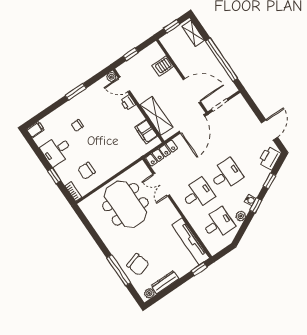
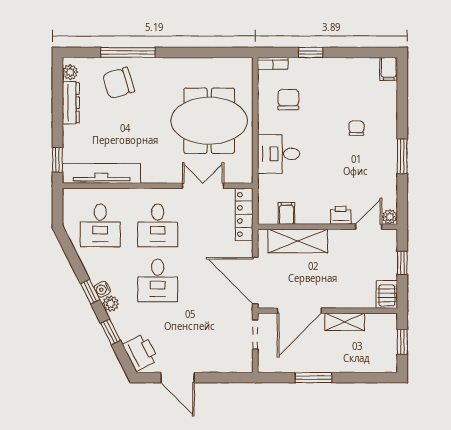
shelving: (193, 33) -> (345, 322), moved
window: (221, 60) -> (314, 378), width x0.47
server rack: (163, 66) -> (387, 294), moved
filing cabinet: (146, 132) -> (286, 213), width x0.50
desk: (57, 150) -> (279, 154), moved, turned -90
plant: (241, 216) -> (111, 304), moved

